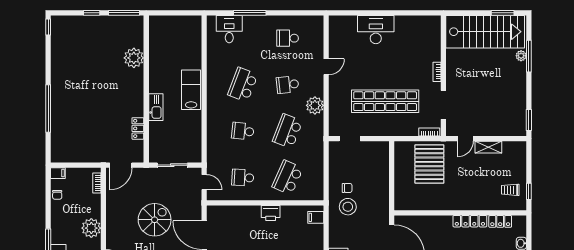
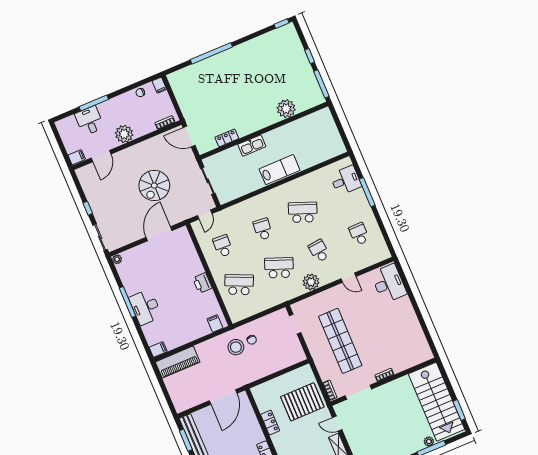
desk: (376, 30) -> (389, 284), moved
locker: (436, 204) -> (270, 423), added
spiral stairs: (155, 220) -> (154, 186), turned 90

